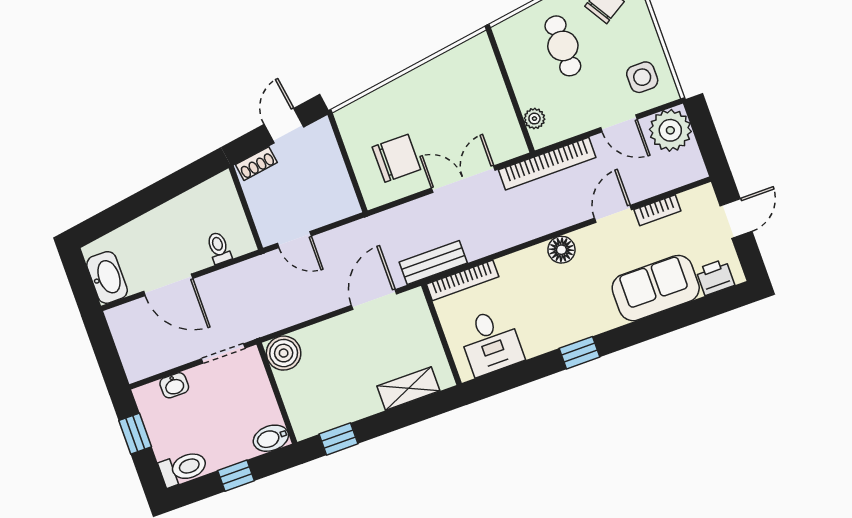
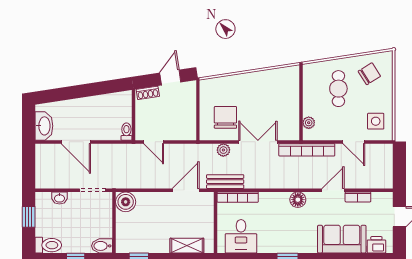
plant: (670, 130) -> (223, 150), moved, width x0.53, depth x0.53
chair: (396, 158) -> (225, 117), turned -90
toilet: (219, 248) -> (126, 132), moved

